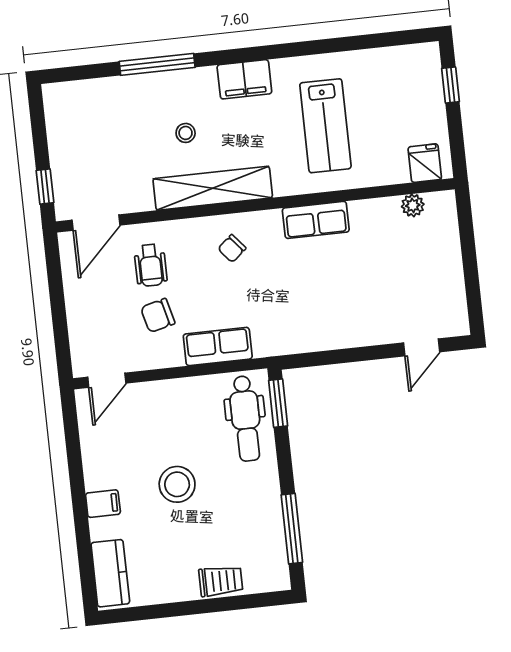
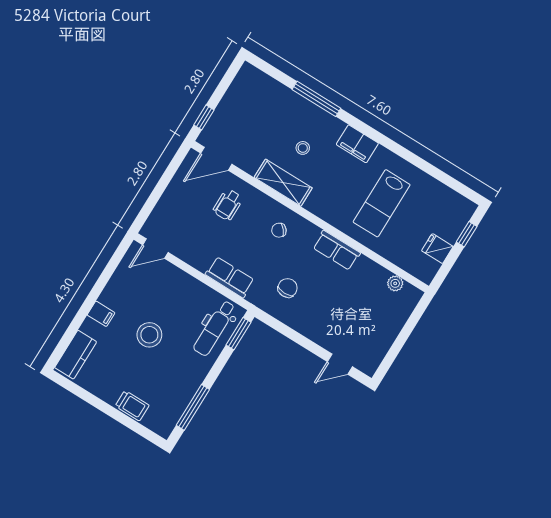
fridge: (425, 163) -> (437, 249), moved, turned -90
shelving: (213, 188) -> (283, 183), width x0.68
chair: (158, 315) -> (288, 288), moved, turned 104

